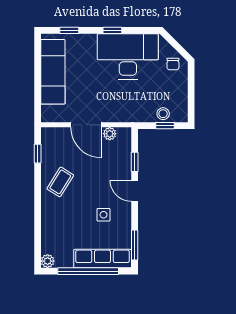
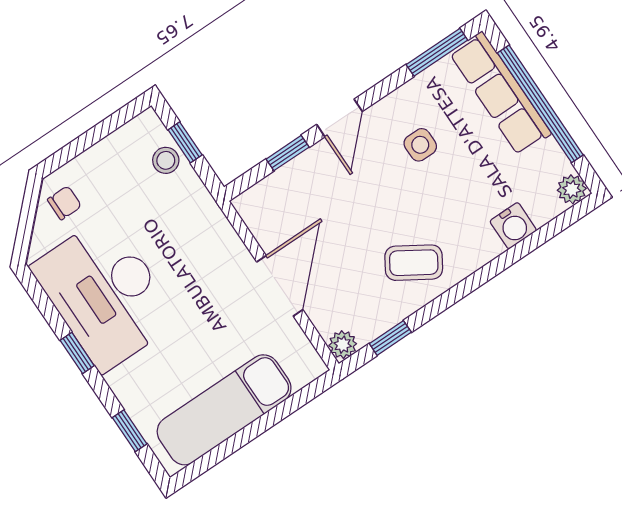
plant: (110, 134) -> (343, 345), moved
water cooler: (49, 229) -> (513, 226), added

